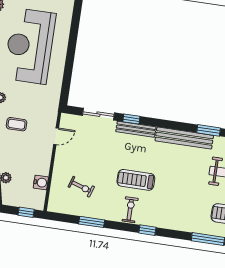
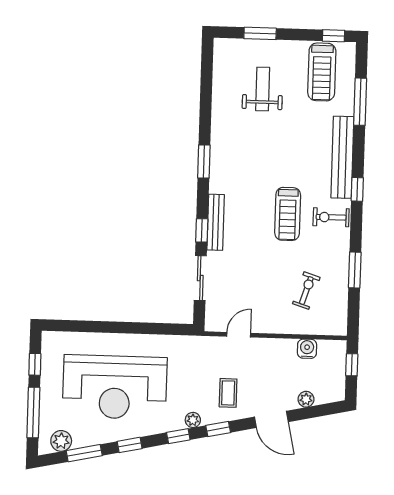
window: (209, 130) -> (204, 161), moved
door: (56, 136) -> (239, 335), hinge flipped
bench: (184, 138) -> (342, 157), moved

